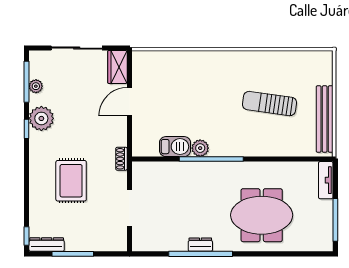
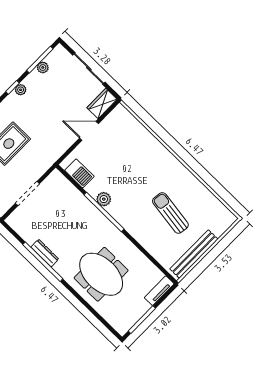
plant: (41, 118) -> (21, 90), width x0.53, depth x0.53
barbecue: (175, 147) -> (79, 173), moved
shoe rack: (121, 159) -> (51, 160), removed
dresser: (200, 245) -> (45, 253), width x1.44

